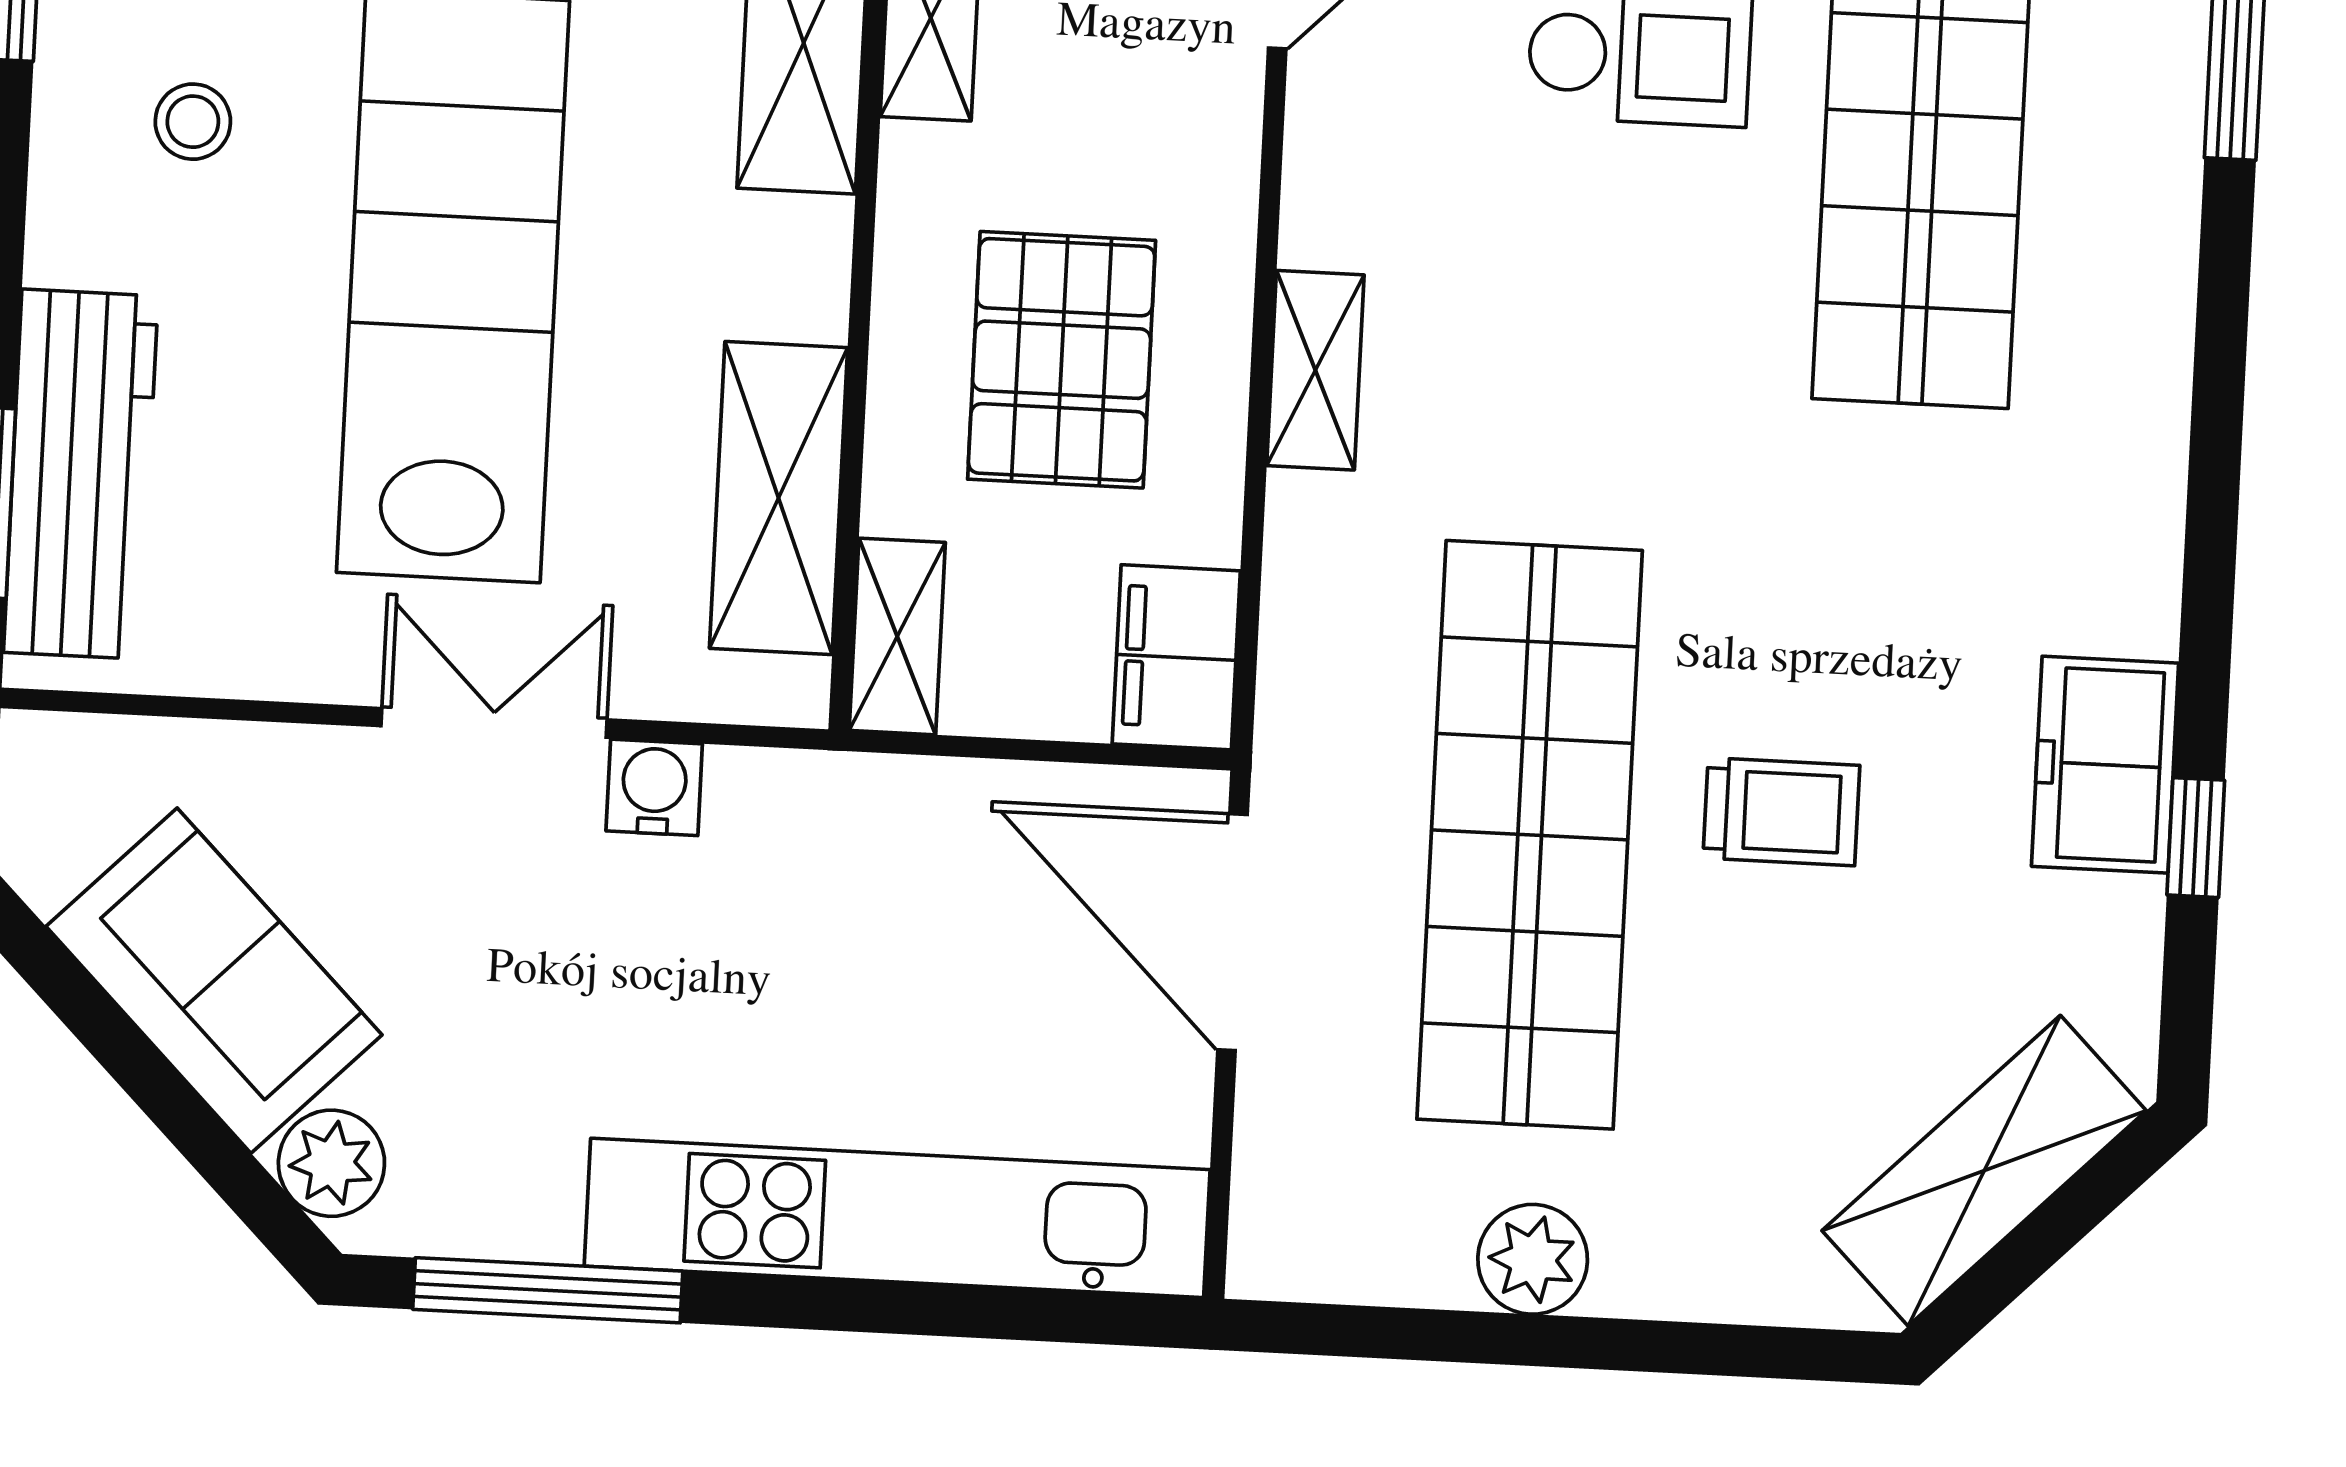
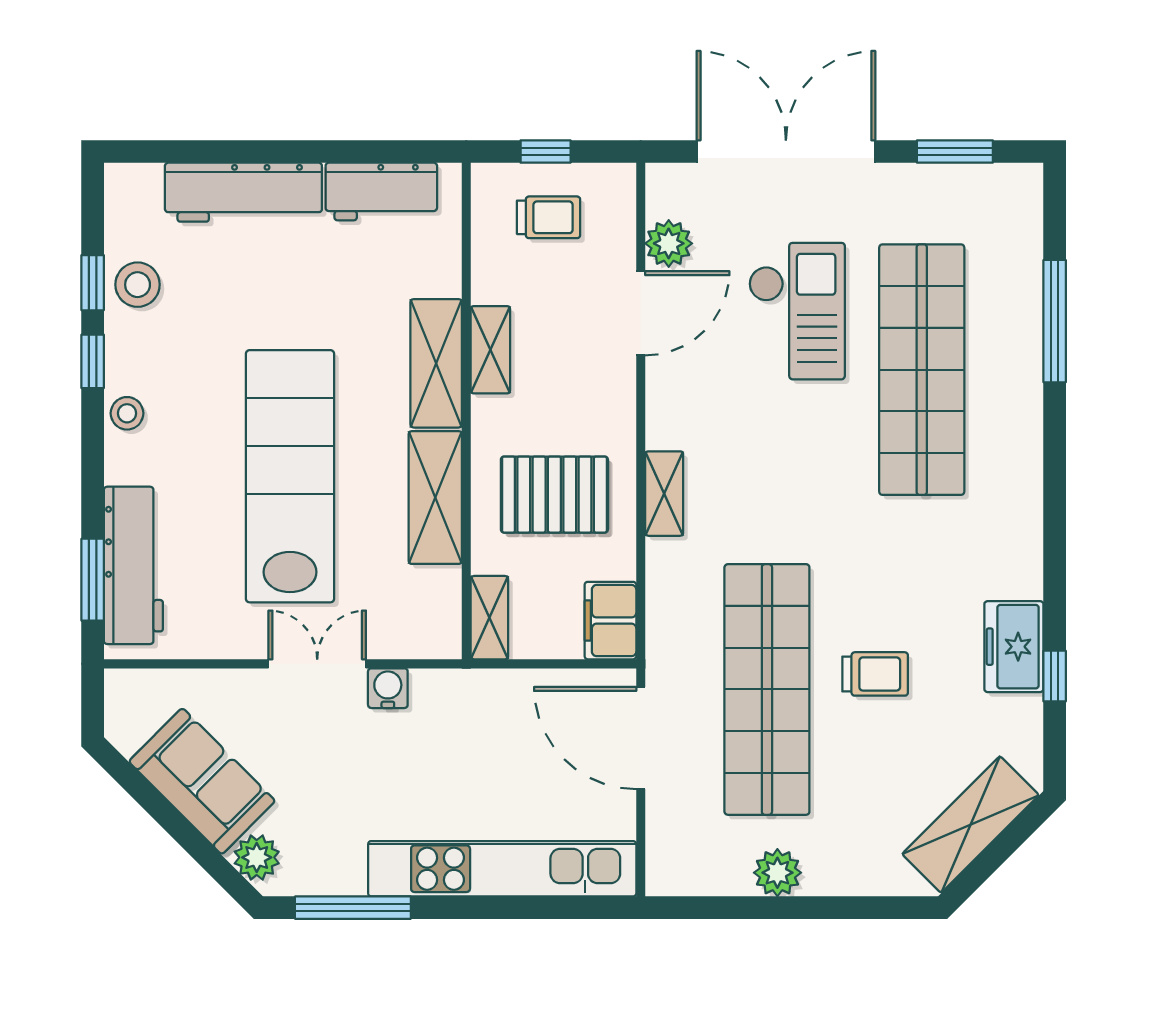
stool: (193, 122) -> (127, 413), moved
pallet: (1062, 360) -> (554, 495), turned 90
shelving: (779, 498) -> (435, 498), moved

